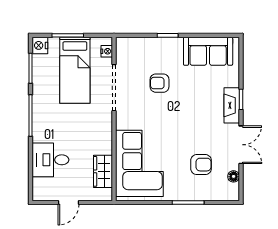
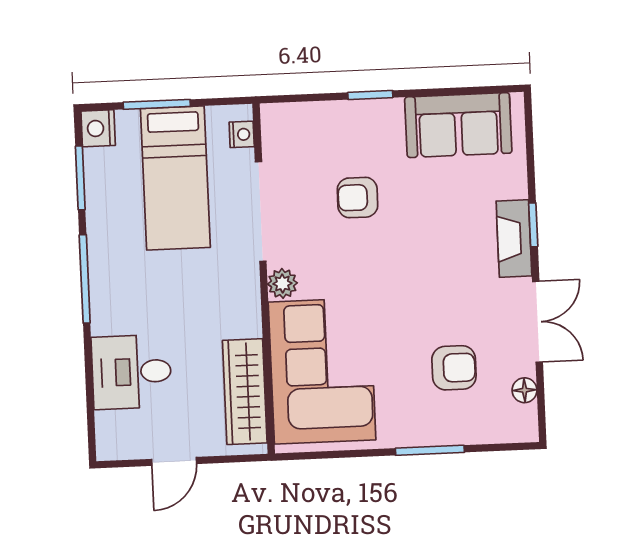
plant: (123, 122) -> (282, 283), added
wardrobe: (103, 171) -> (245, 392), width x1.50

